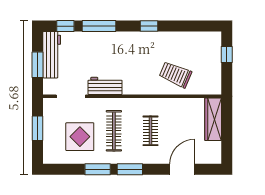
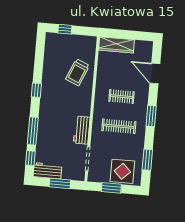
workbench: (52, 55) -> (48, 171), width x0.73
display table: (80, 137) -> (122, 171), moved
window: (98, 169) -> (147, 160), moved

